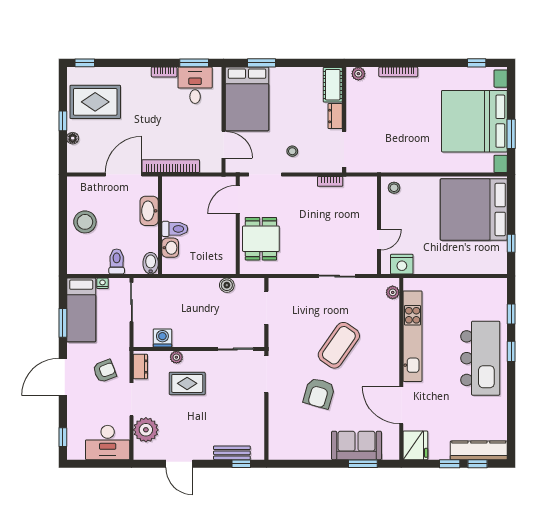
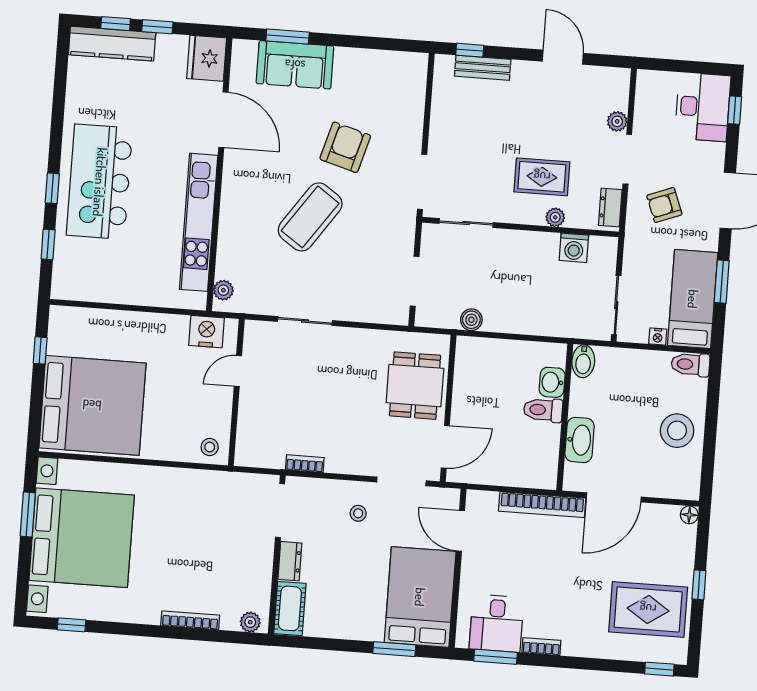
floor lamp: (73, 138) -> (689, 515), moved
toilet: (117, 261) -> (690, 364), moved, turned 90
plant: (146, 430) -> (617, 121), width x0.53, depth x0.53
desk: (108, 443) -> (703, 107), moved, turned 90

